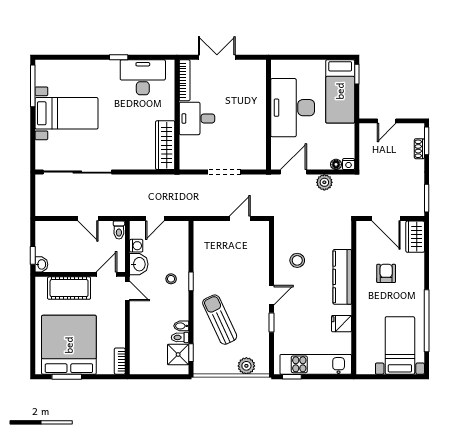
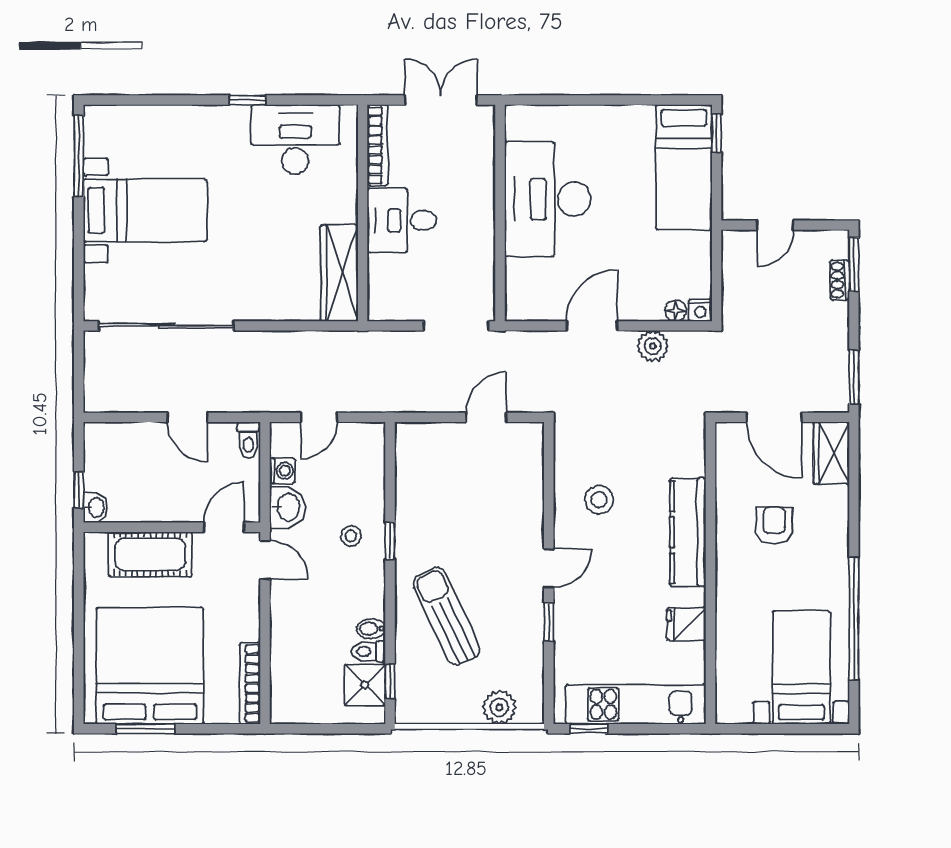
desk: (293, 108) -> (548, 199), moved
wall: (268, 115) -> (500, 213), moved
bookcase: (120, 361) -> (250, 683), width x1.56

